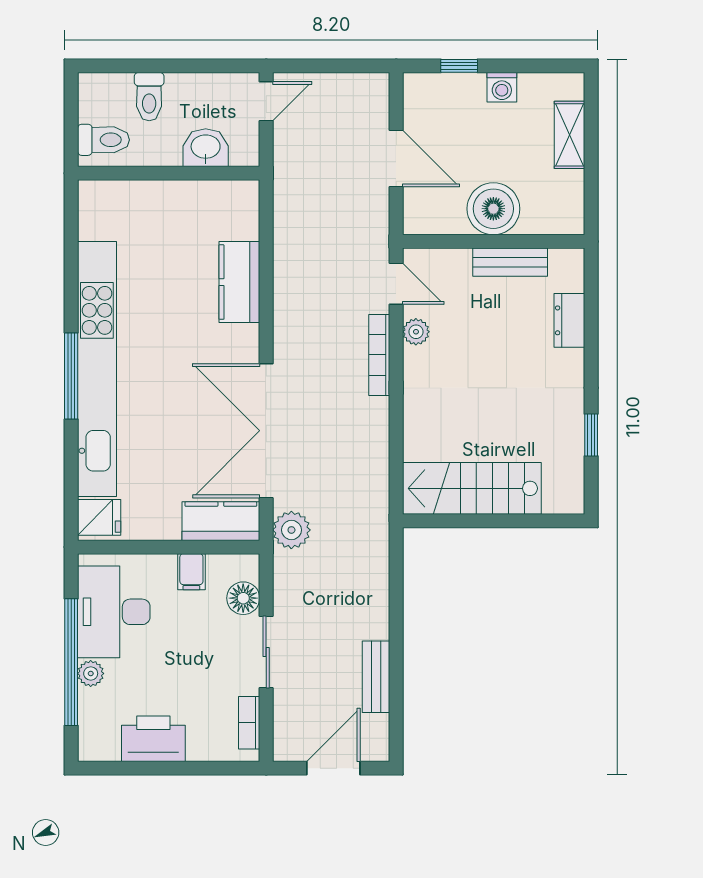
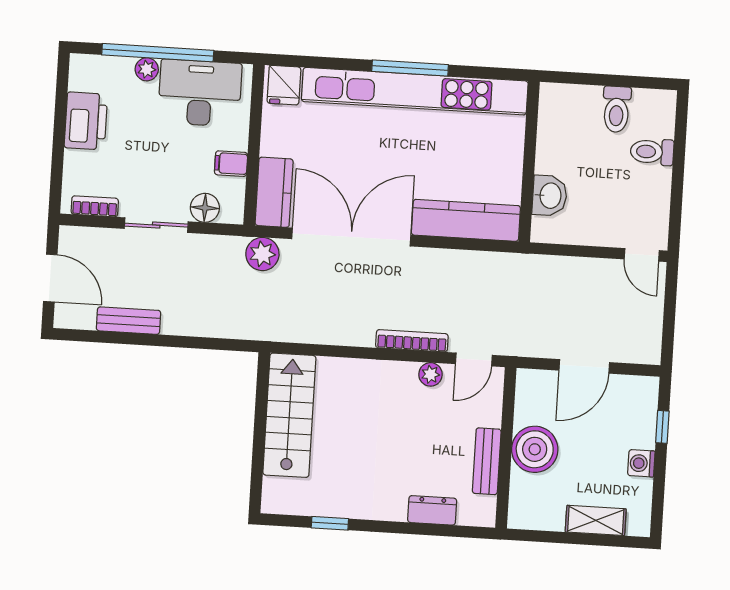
washbasin: (206, 148) -> (550, 196), moved
wall: (169, 173) -> (529, 162), moved
kitchen counter: (239, 282) -> (466, 220), width x1.50

